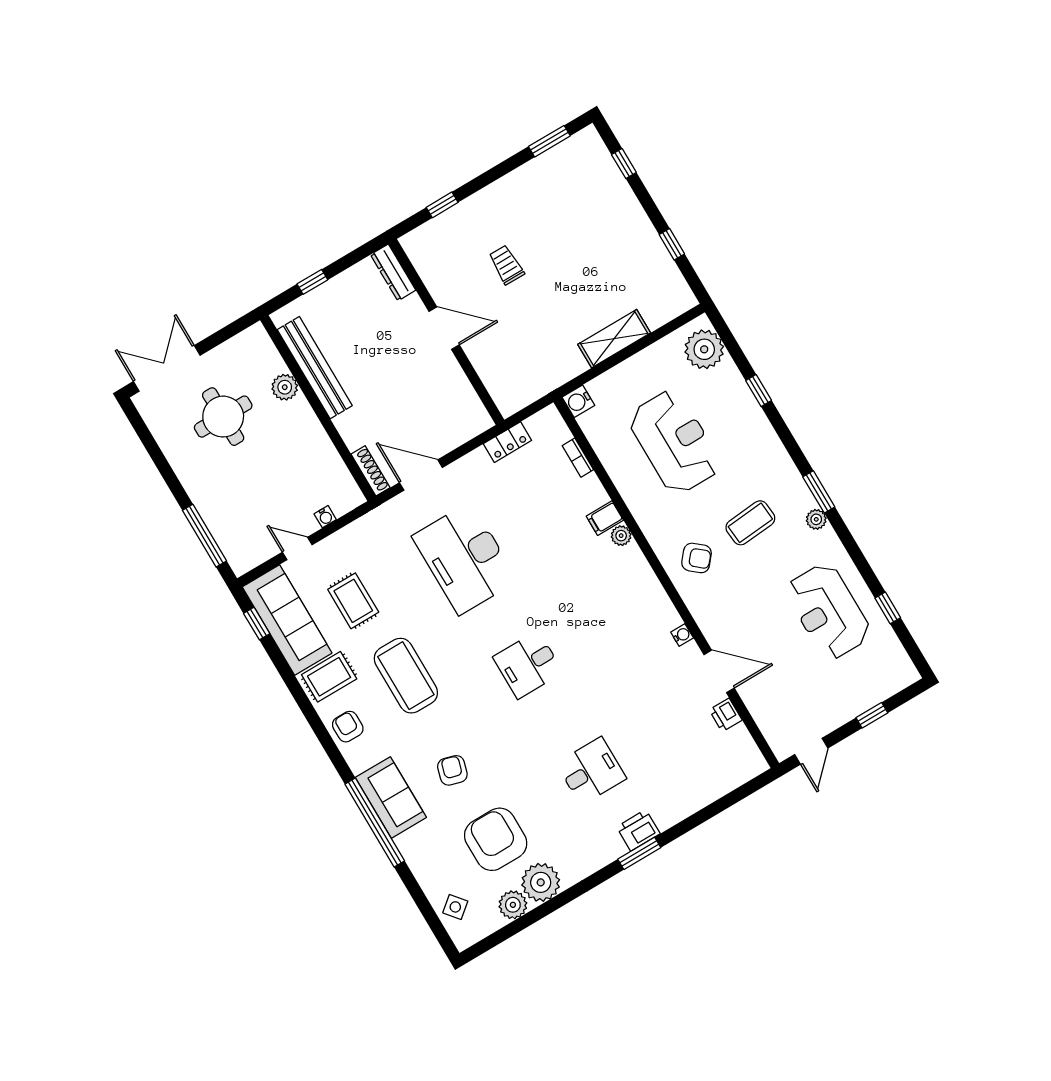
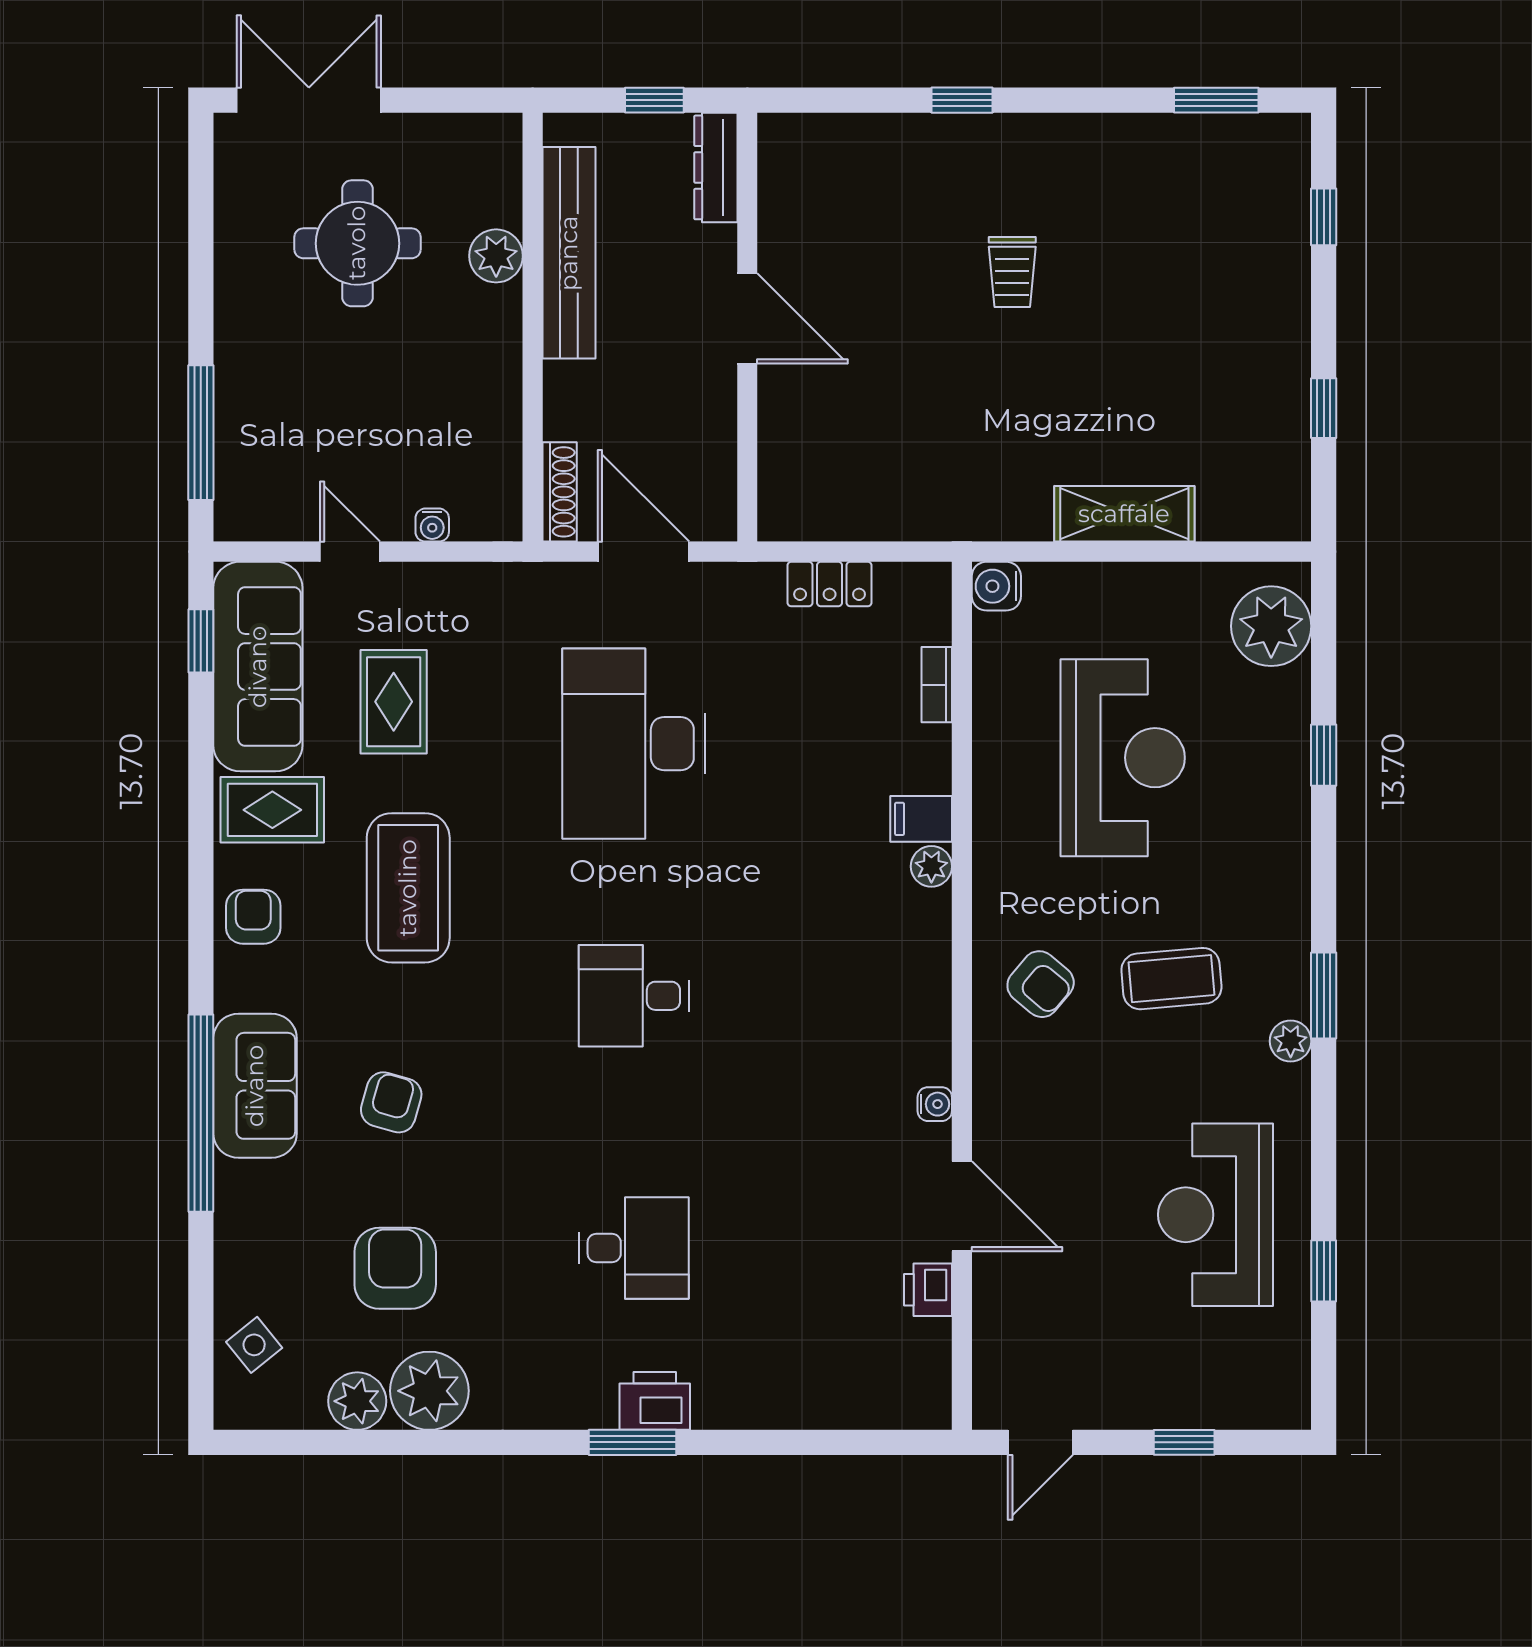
trolley: (506, 265) -> (1012, 272), turned 180
dresser: (393, 272) -> (716, 167), moved
door: (444, 328) -> (747, 318), moved
wall: (446, 332) -> (747, 327), moved
armchair: (496, 839) -> (395, 1268), width x0.73, depth x0.73

